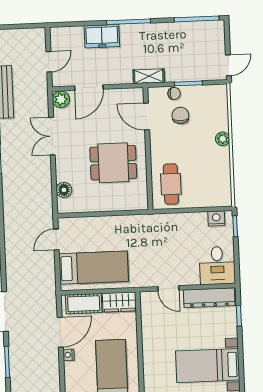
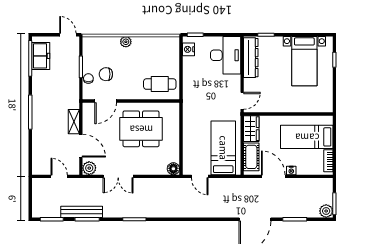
freezer: (102, 36) -> (41, 56), moved
shelving: (149, 76) -> (74, 122), moved
dining table: (113, 163) -> (141, 129), width x1.38
floor lamp: (64, 190) -> (173, 169), moved
desk: (217, 265) -> (226, 55), width x1.37
door: (168, 288) -> (242, 101), moved

